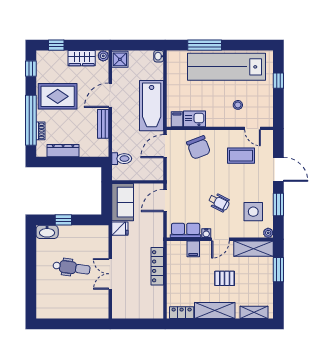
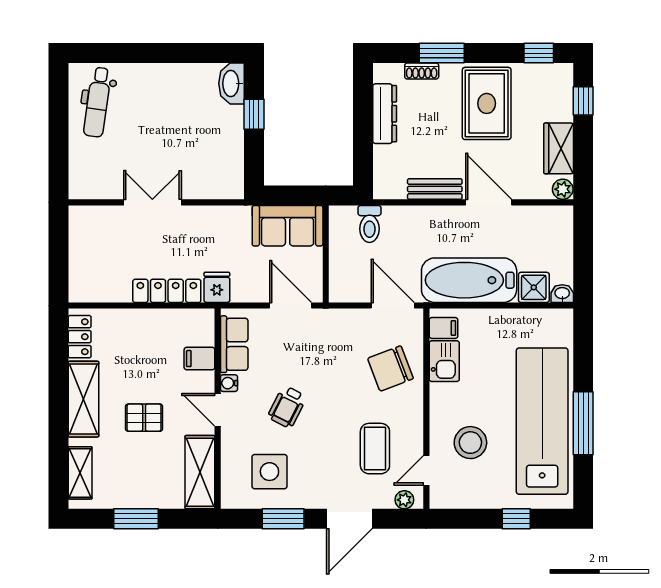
window: (205, 45) -> (583, 423), moved
shower: (120, 59) -> (534, 287), moved
stool: (238, 105) -> (470, 443), width x1.89, depth x1.89
window: (31, 120) -> (442, 53), width x0.47
fridge: (120, 229) -> (217, 287), moved, turned 180
plant: (268, 233) -> (404, 500), moved
dental chair: (72, 268) -> (97, 102), moved
window: (278, 270) -> (136, 519), moved
pallet: (225, 278) -> (144, 418), turned 90

